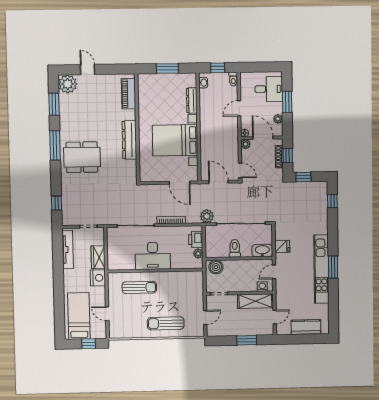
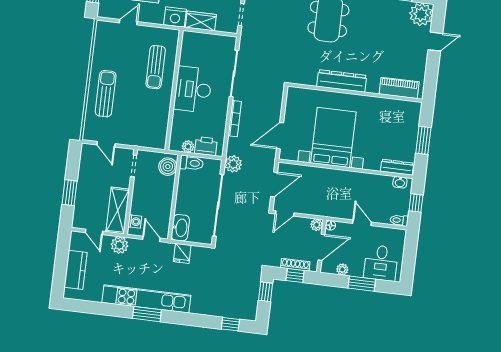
dresser: (192, 100) -> (397, 167), moved
toilet: (235, 248) -> (192, 163), moved
plant: (282, 296) -> (119, 245), added

